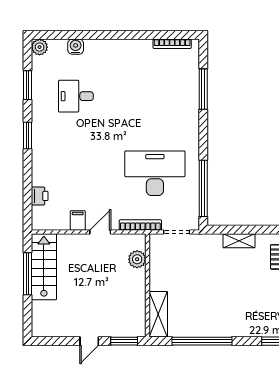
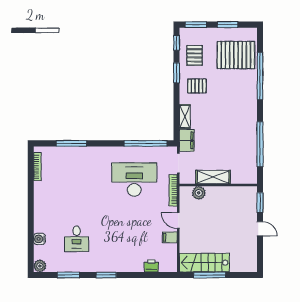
desk: (155, 173) -> (134, 180), turned 90
filing cabinet: (207, 243) -> (187, 140), added
shelving: (158, 314) -> (213, 177), moved

